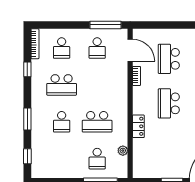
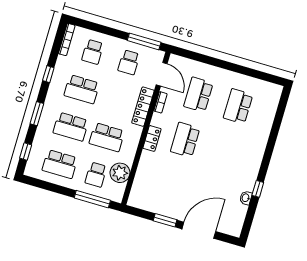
window: (27, 69) -> (48, 74), moved
locker: (122, 84) -> (143, 107), added
school desk: (62, 122) -> (71, 127), width x1.85
locker: (138, 126) -> (152, 138), moved
plant: (123, 151) -> (120, 173), width x1.88, depth x1.88
school desk: (62, 159) -> (60, 164), added

